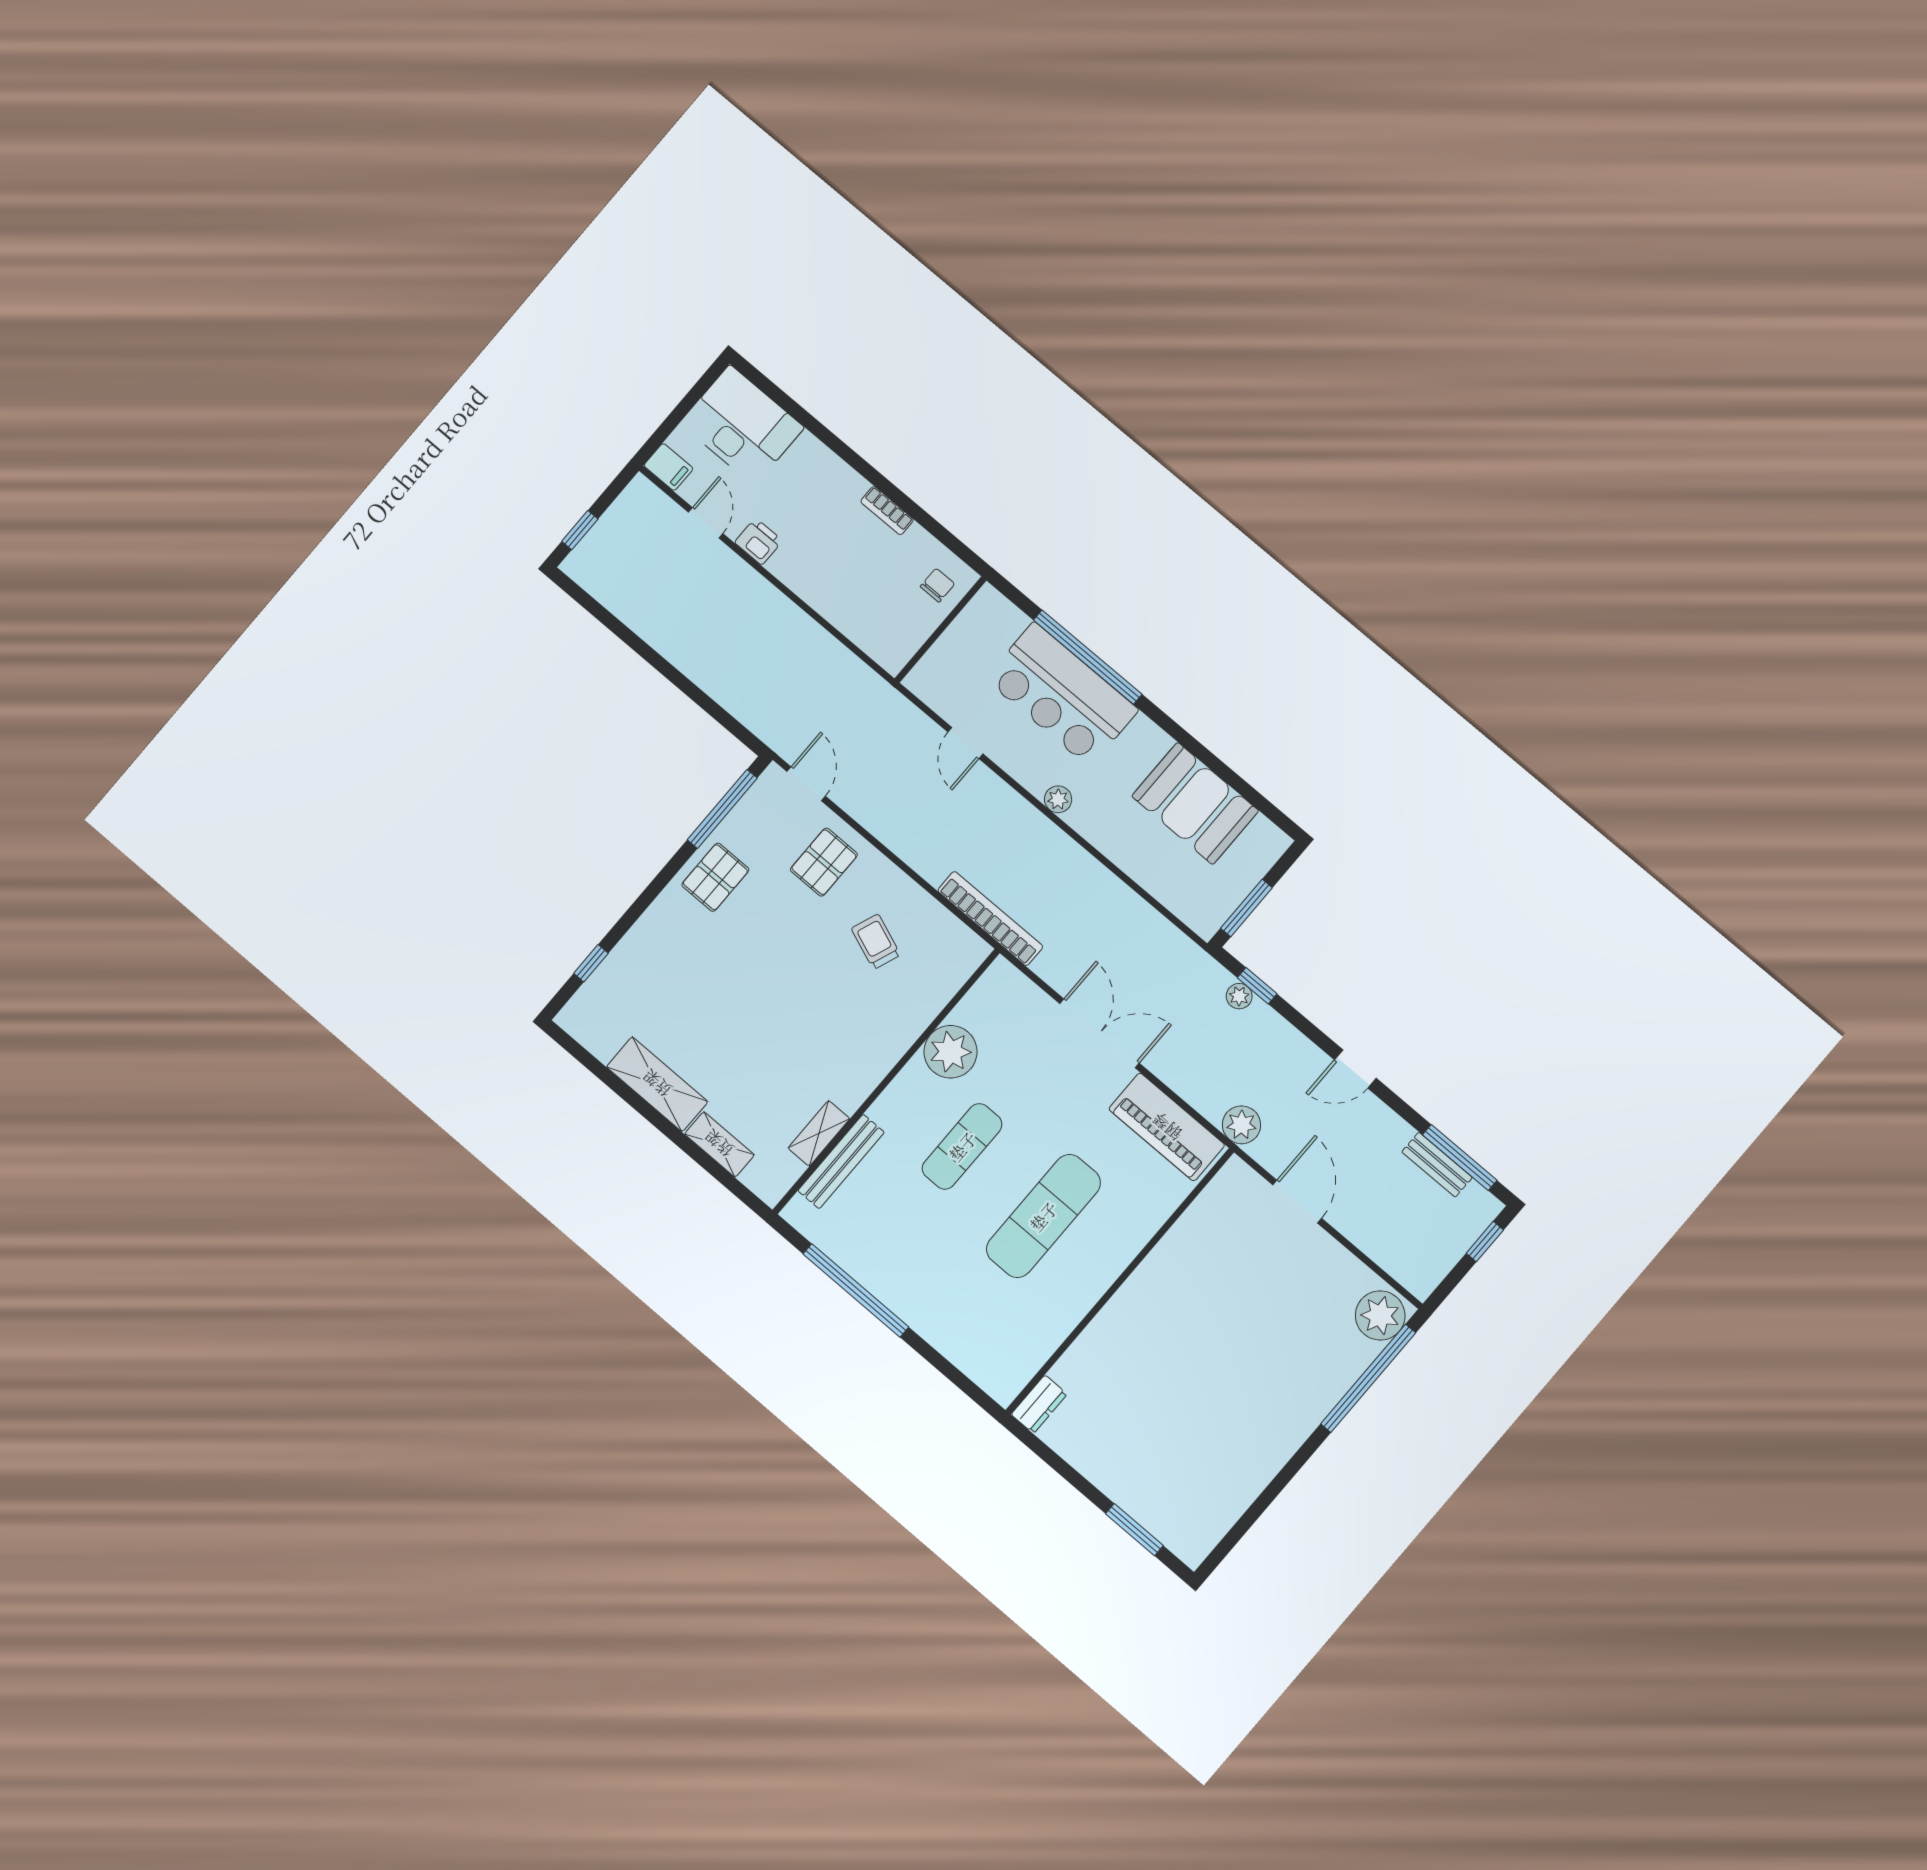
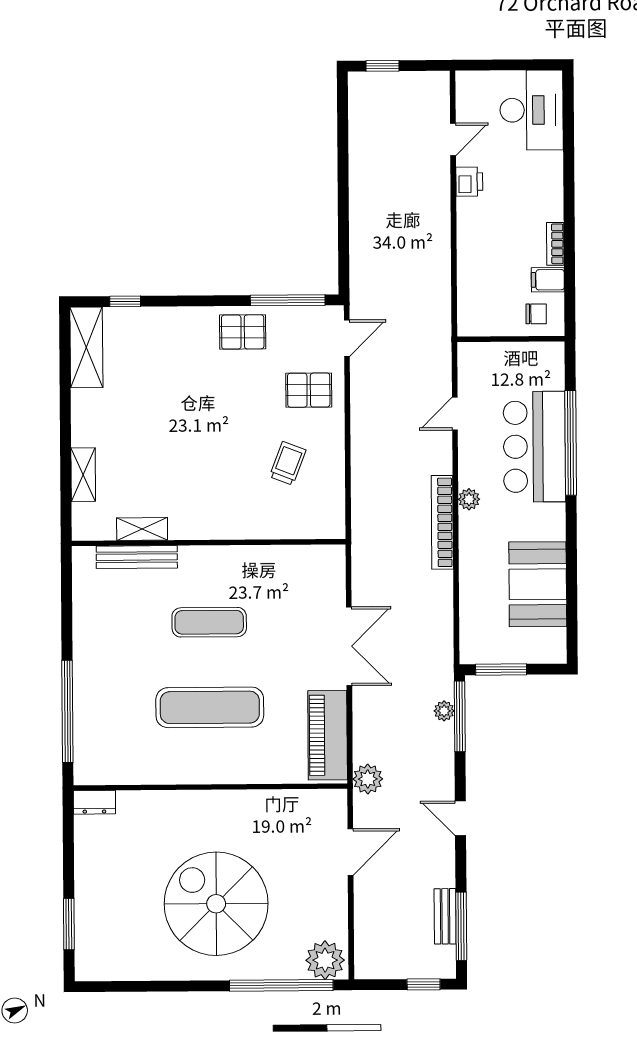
filing cabinet: (668, 467) -> (548, 280), moved, turned 90
bookcase: (990, 919) -> (442, 522), moved, turned 180
window: (1257, 986) -> (460, 716), width x2.17
plant: (951, 1052) -> (260, 566), removed
shelving: (657, 1084) -> (86, 347), moved
window: (856, 1290) -> (67, 711), moved
spiral stairs: (1236, 1373) -> (216, 904), added

